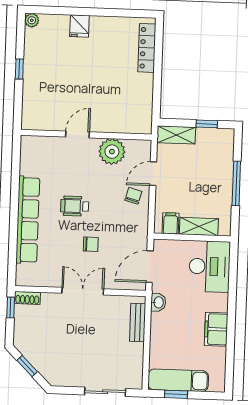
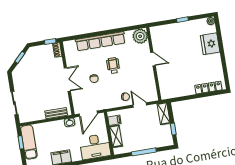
fridge: (79, 26) -> (210, 44), width x1.88, depth x1.34
plant: (112, 152) -> (140, 36), moved
door: (150, 267) -> (88, 114), swing flipped

